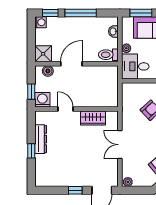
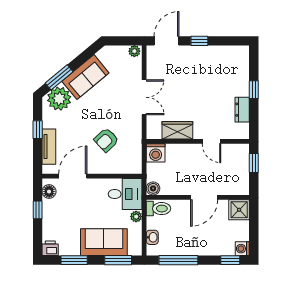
window: (81, 13) -> (178, 260), moved
boiler: (48, 71) -> (153, 188), moved
washing machine: (42, 100) -> (156, 153), moved
dresser: (41, 139) -> (242, 110), width x0.70

